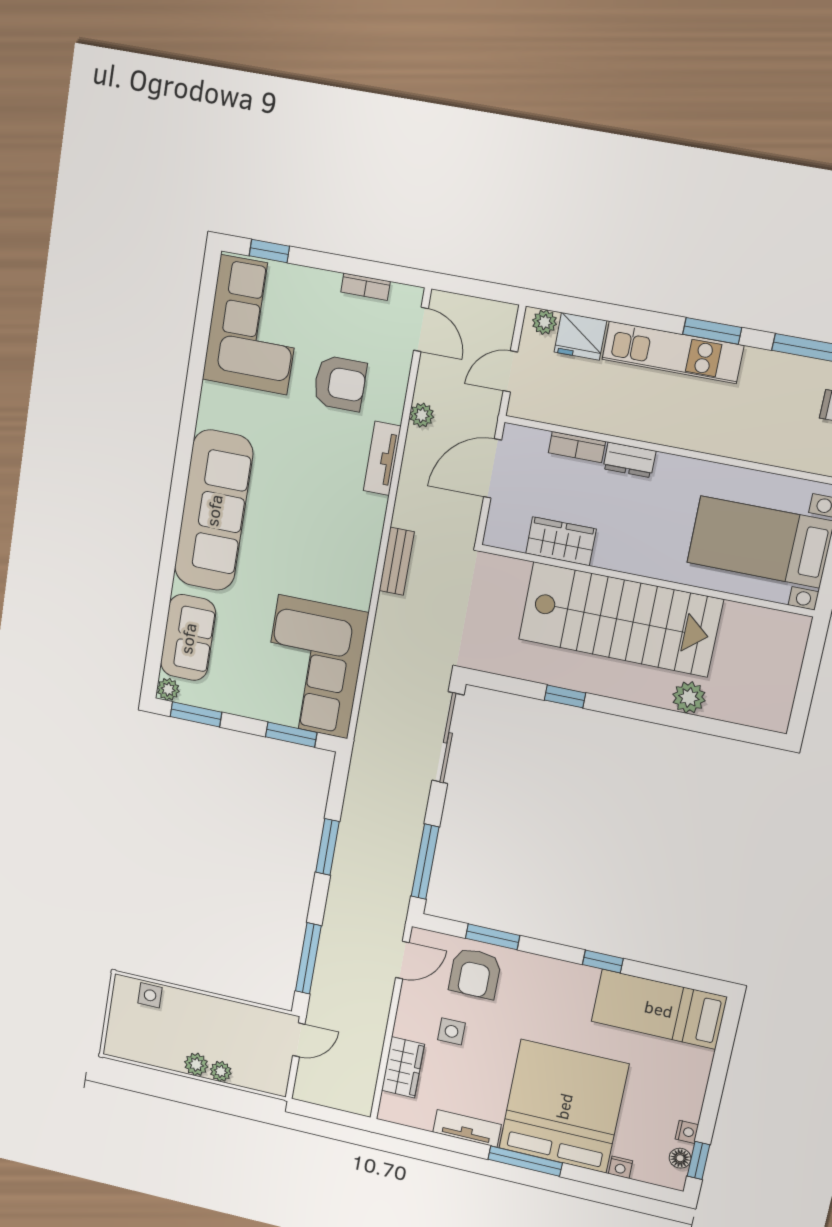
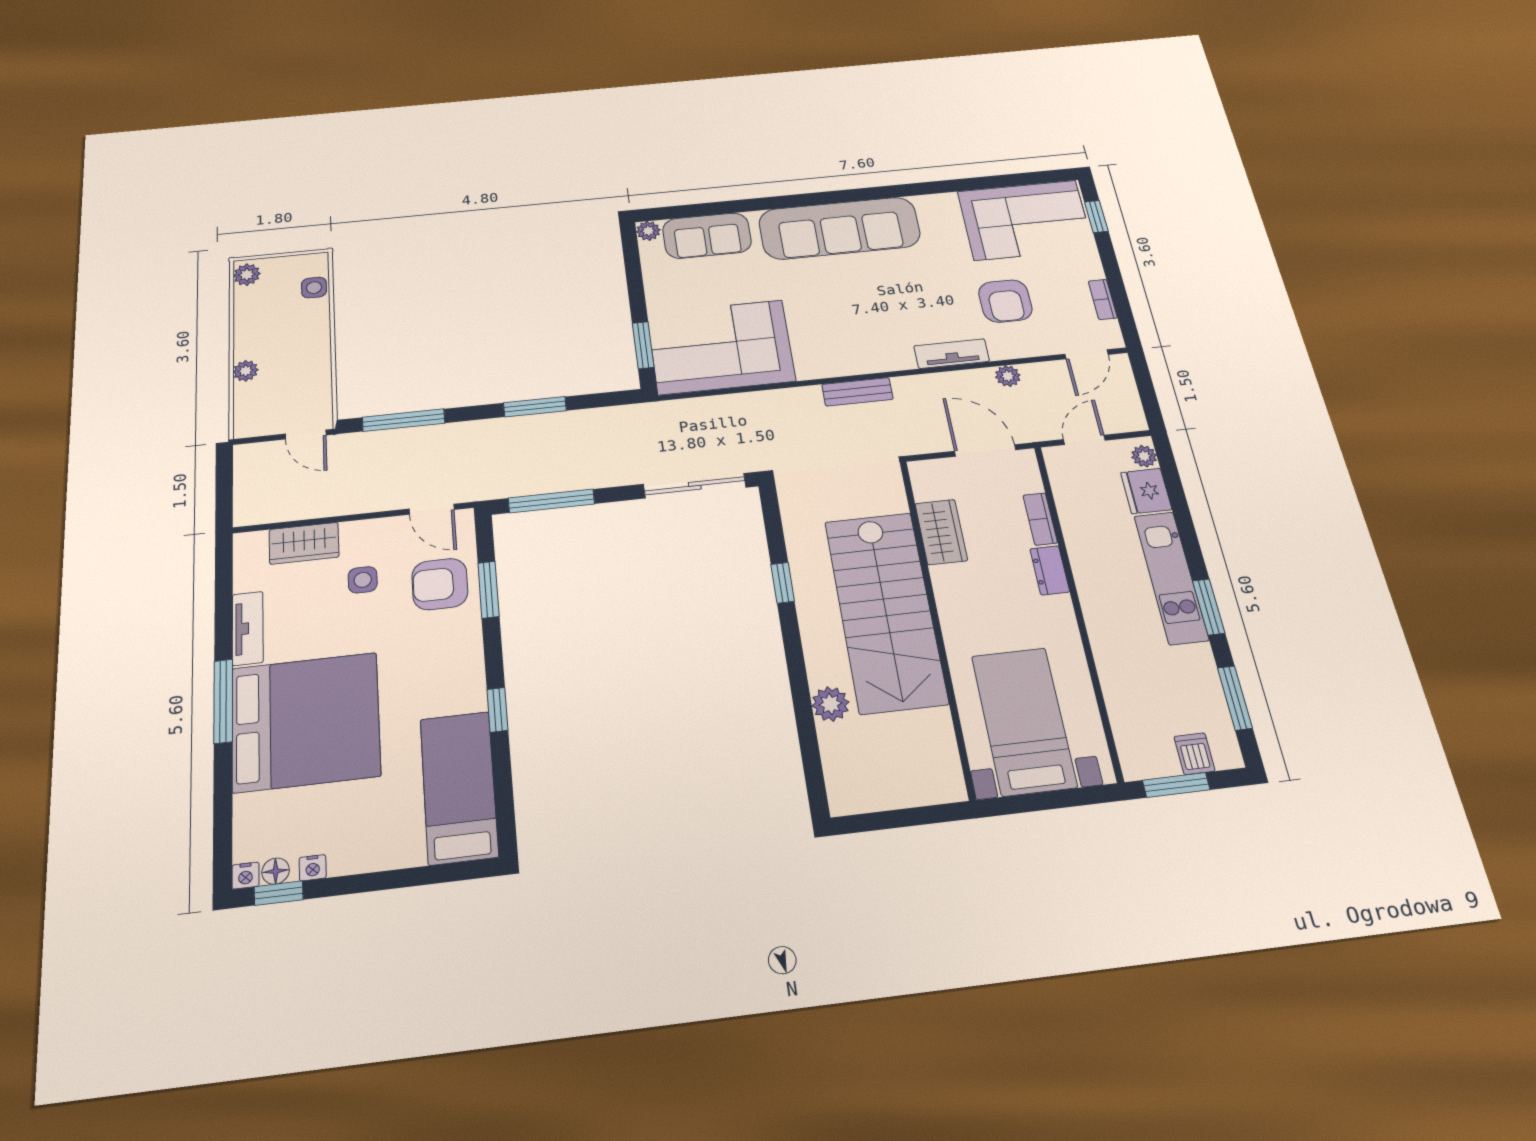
door: (510, 371) -> (1084, 440), hinge flipped
window: (196, 714) -> (632, 259), removed
plant: (196, 1064) -> (247, 275), moved
nightstand: (620, 1167) -> (245, 876), moved, turned -90

